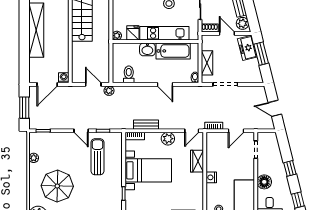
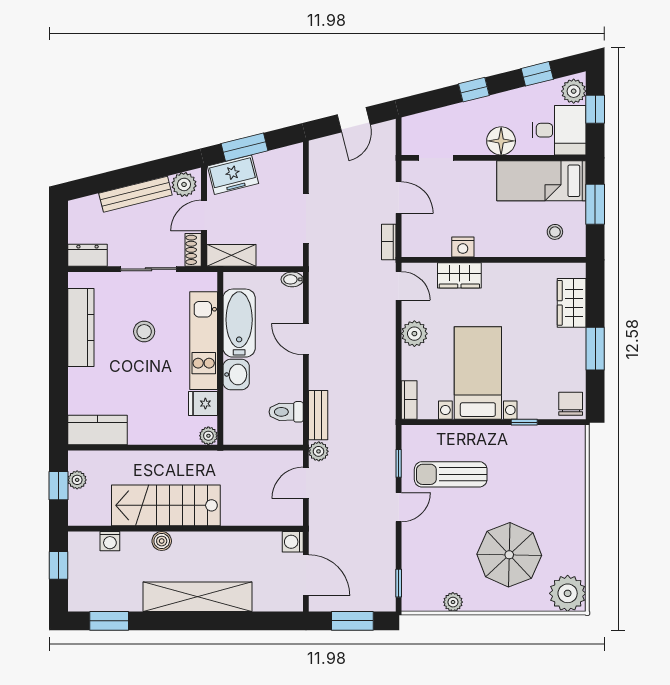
boiler: (64, 12) -> (162, 541), added
shelving: (207, 63) -> (231, 255), moved
door: (165, 84) -> (306, 339), swing flipped
bench: (146, 125) -> (318, 415), moved
nightstand: (211, 177) -> (463, 247), moved

